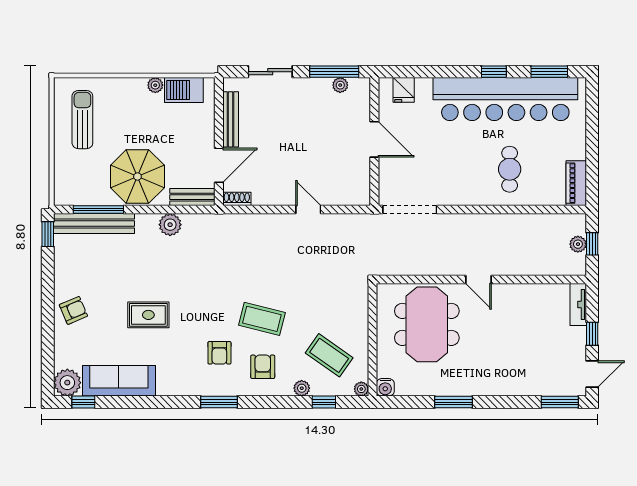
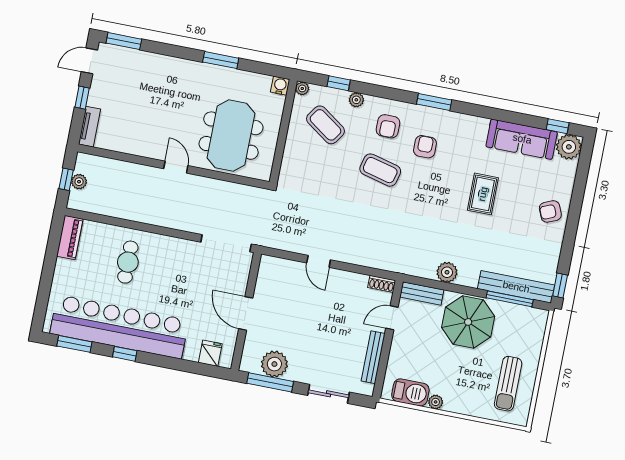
plant: (340, 85) -> (274, 364), width x1.88, depth x1.88
door: (219, 165) -> (392, 318), width x0.73
rug: (148, 315) -> (483, 194), turned 90

